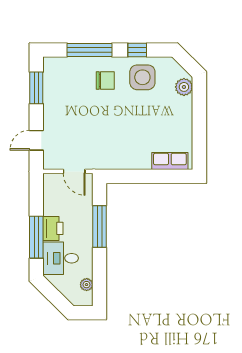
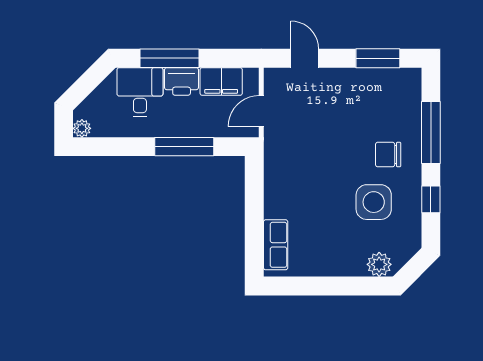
side table: (142, 77) -> (374, 202), moved
chair: (105, 81) -> (388, 155), turned 90
filing cabinet: (53, 200) -> (221, 82), added
plant: (87, 285) -> (82, 128), moved

